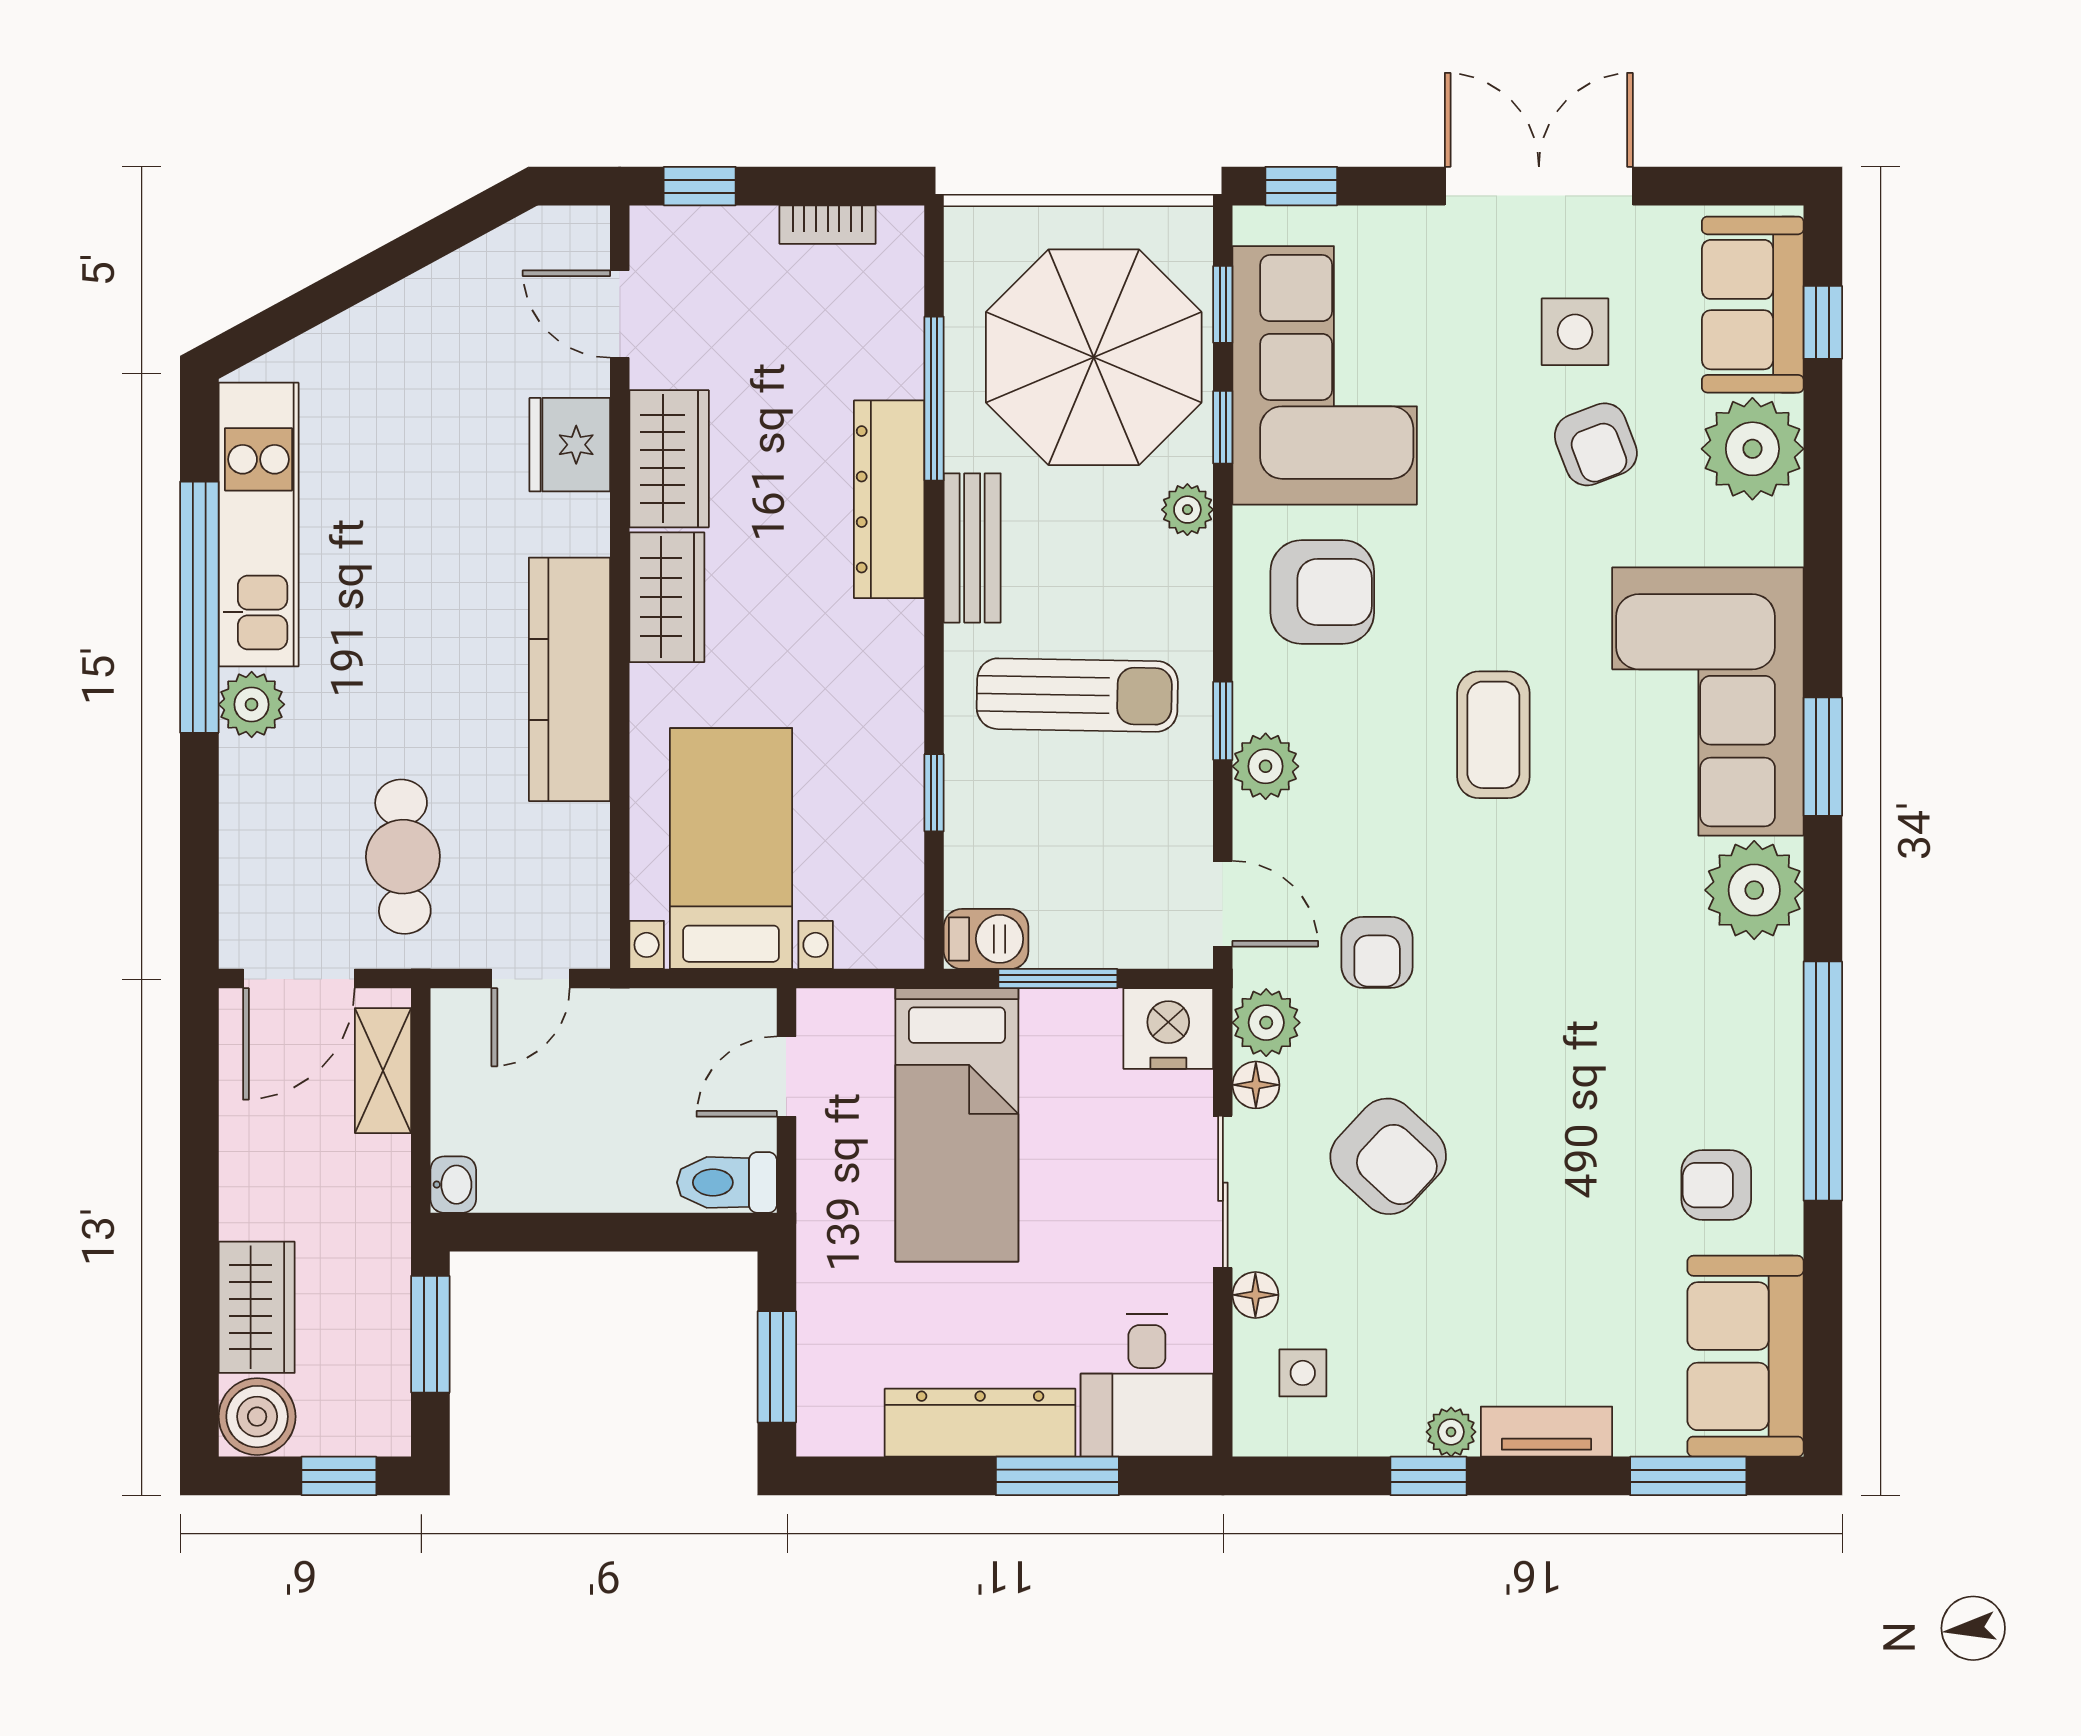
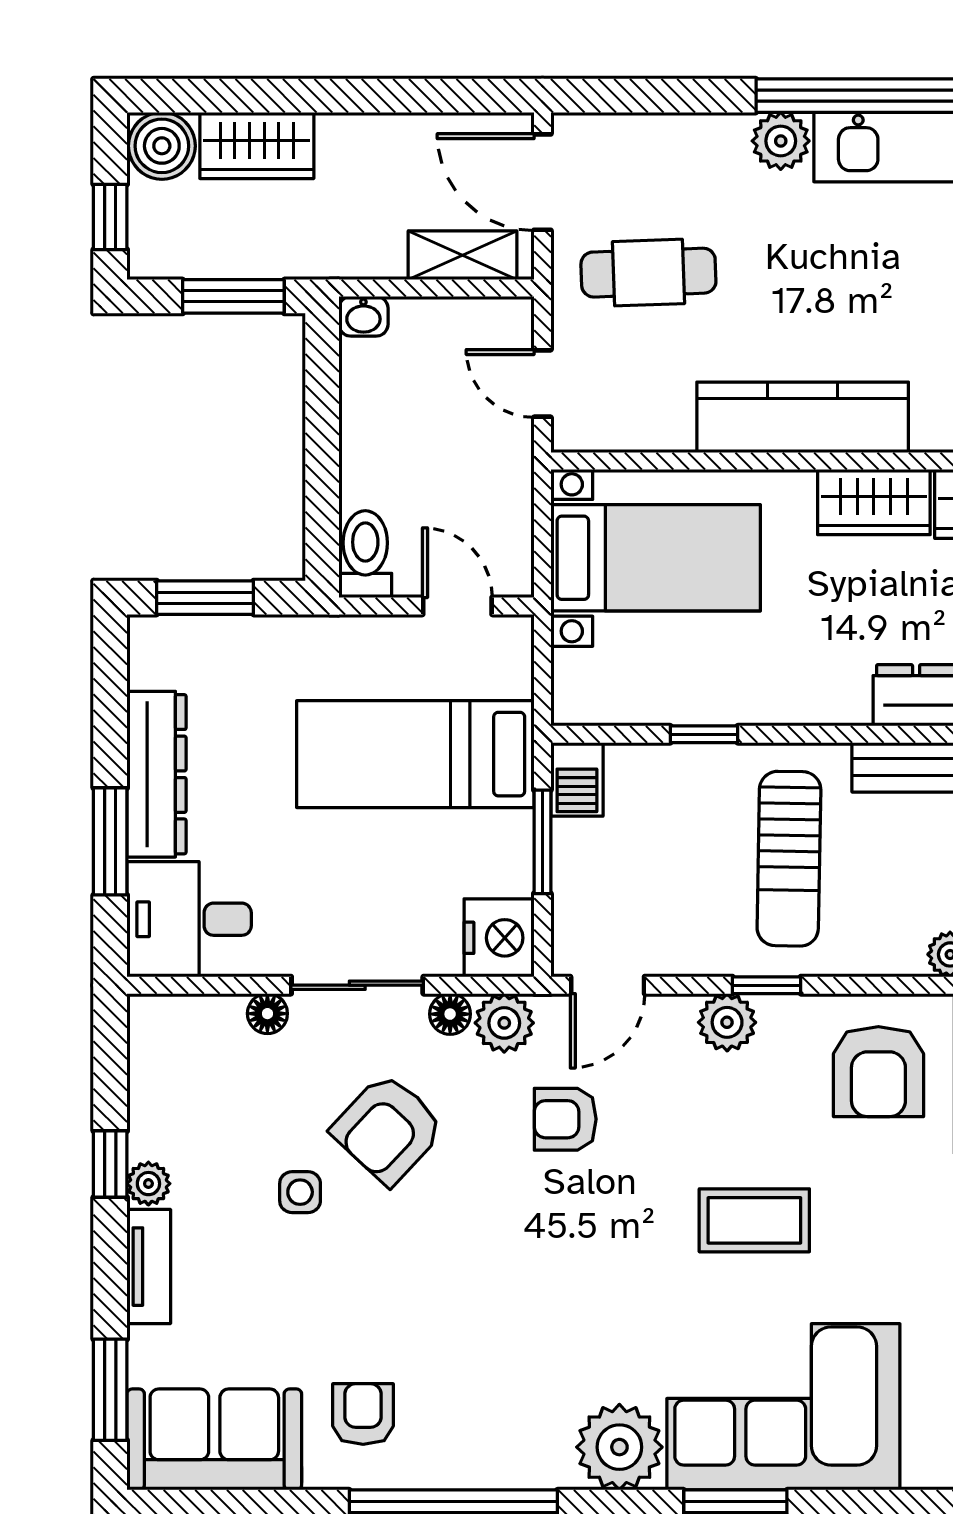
side table: (1303, 1373) -> (300, 1192), moved

